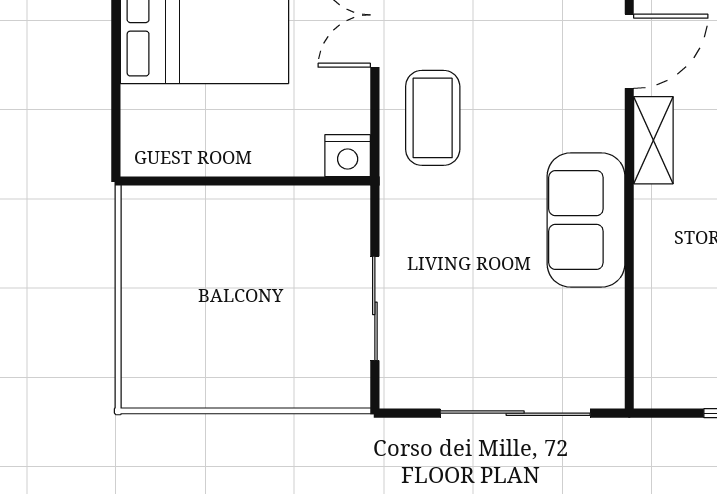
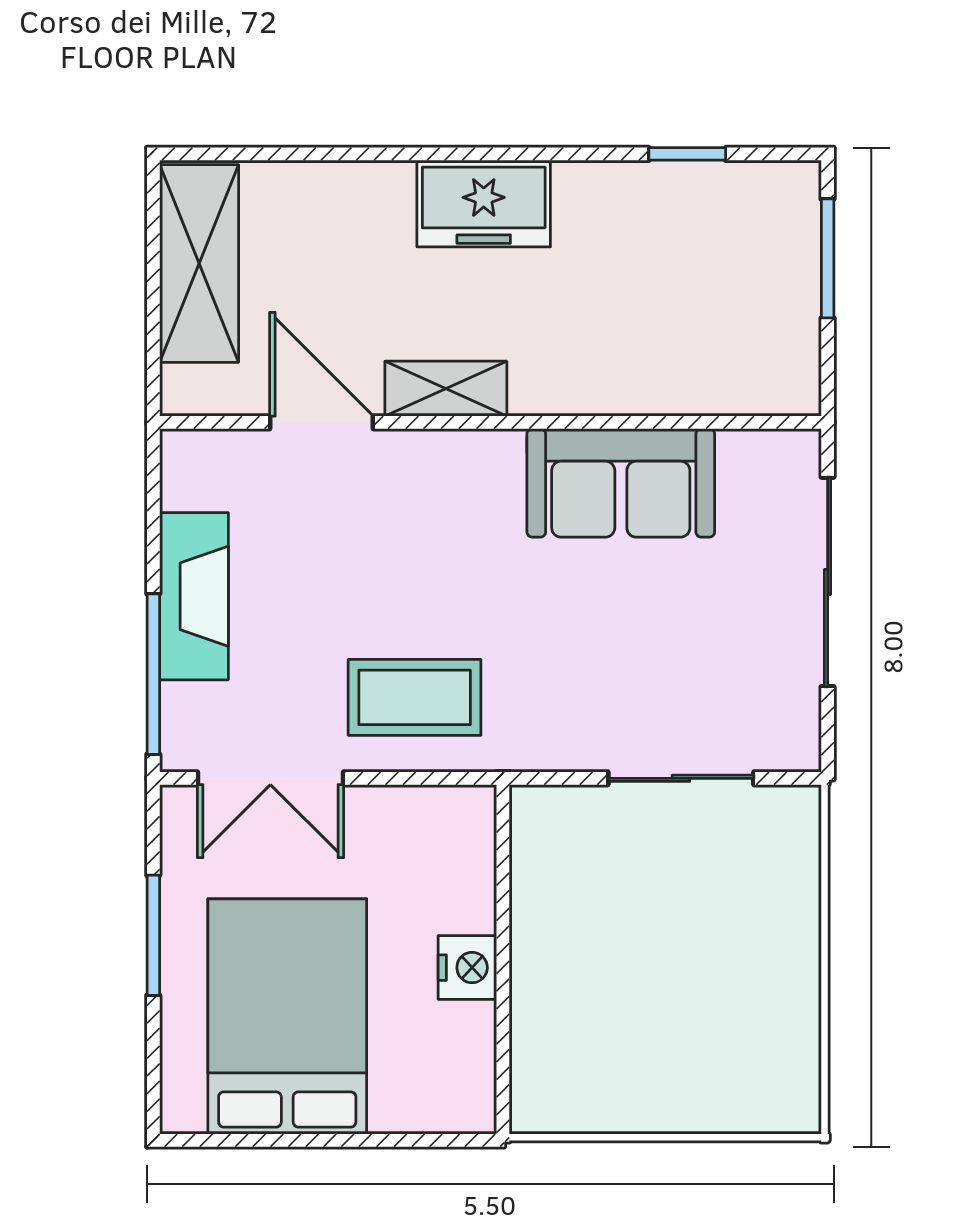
nightstand: (348, 156) -> (467, 968), moved
sofa: (586, 220) -> (621, 483), moved

